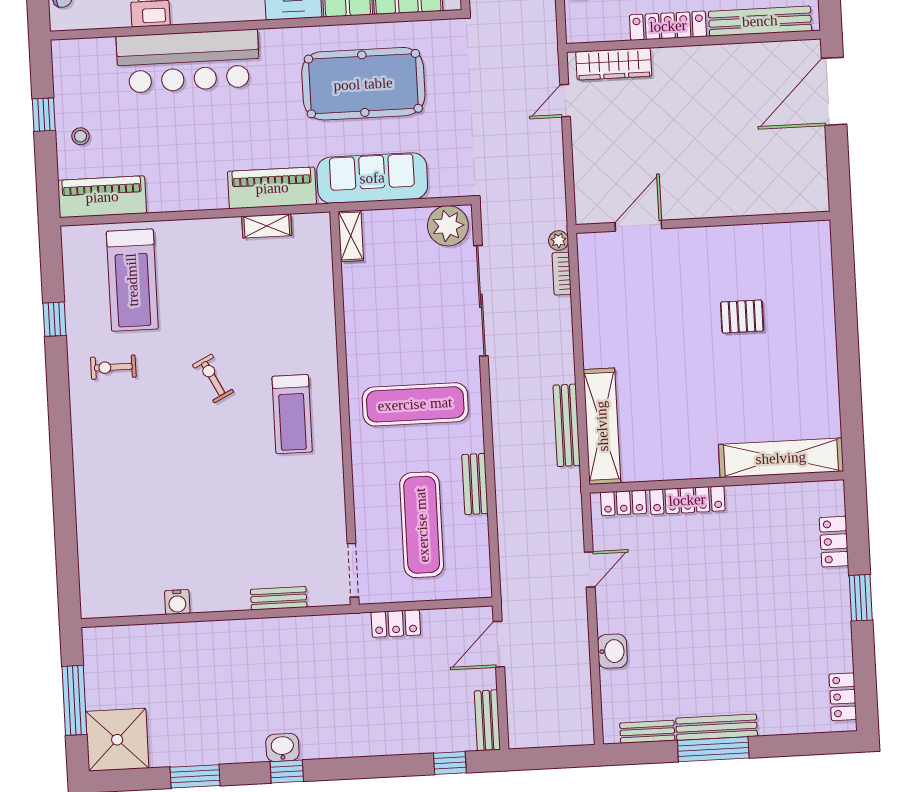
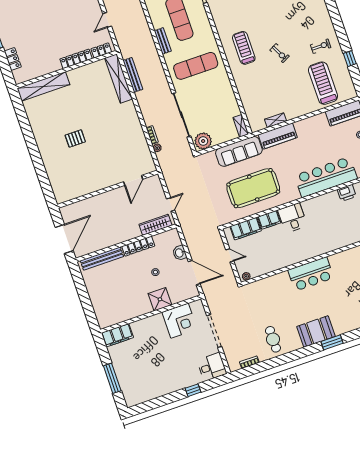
wall: (703, 222) -> (108, 189), moved
door: (638, 226) -> (133, 180), moved

